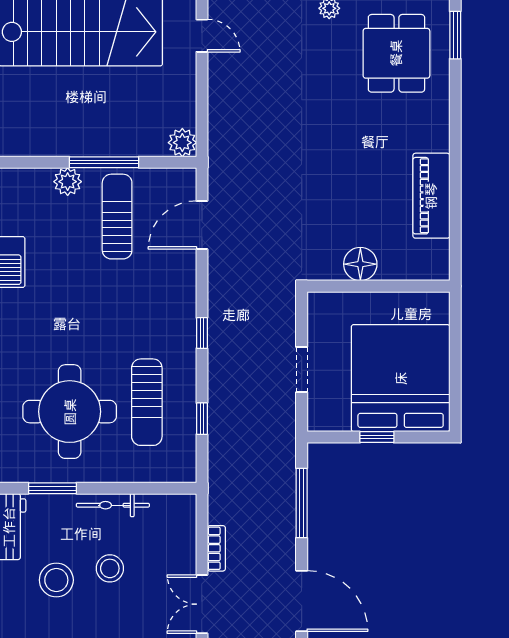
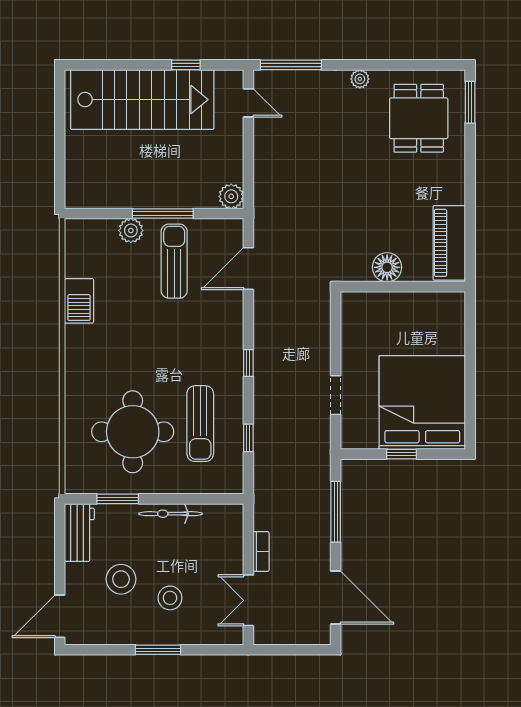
floor lamp: (360, 264) -> (387, 267), moved
wall: (378, 286) -> (403, 287), moved
stool: (110, 568) -> (170, 598), moved

